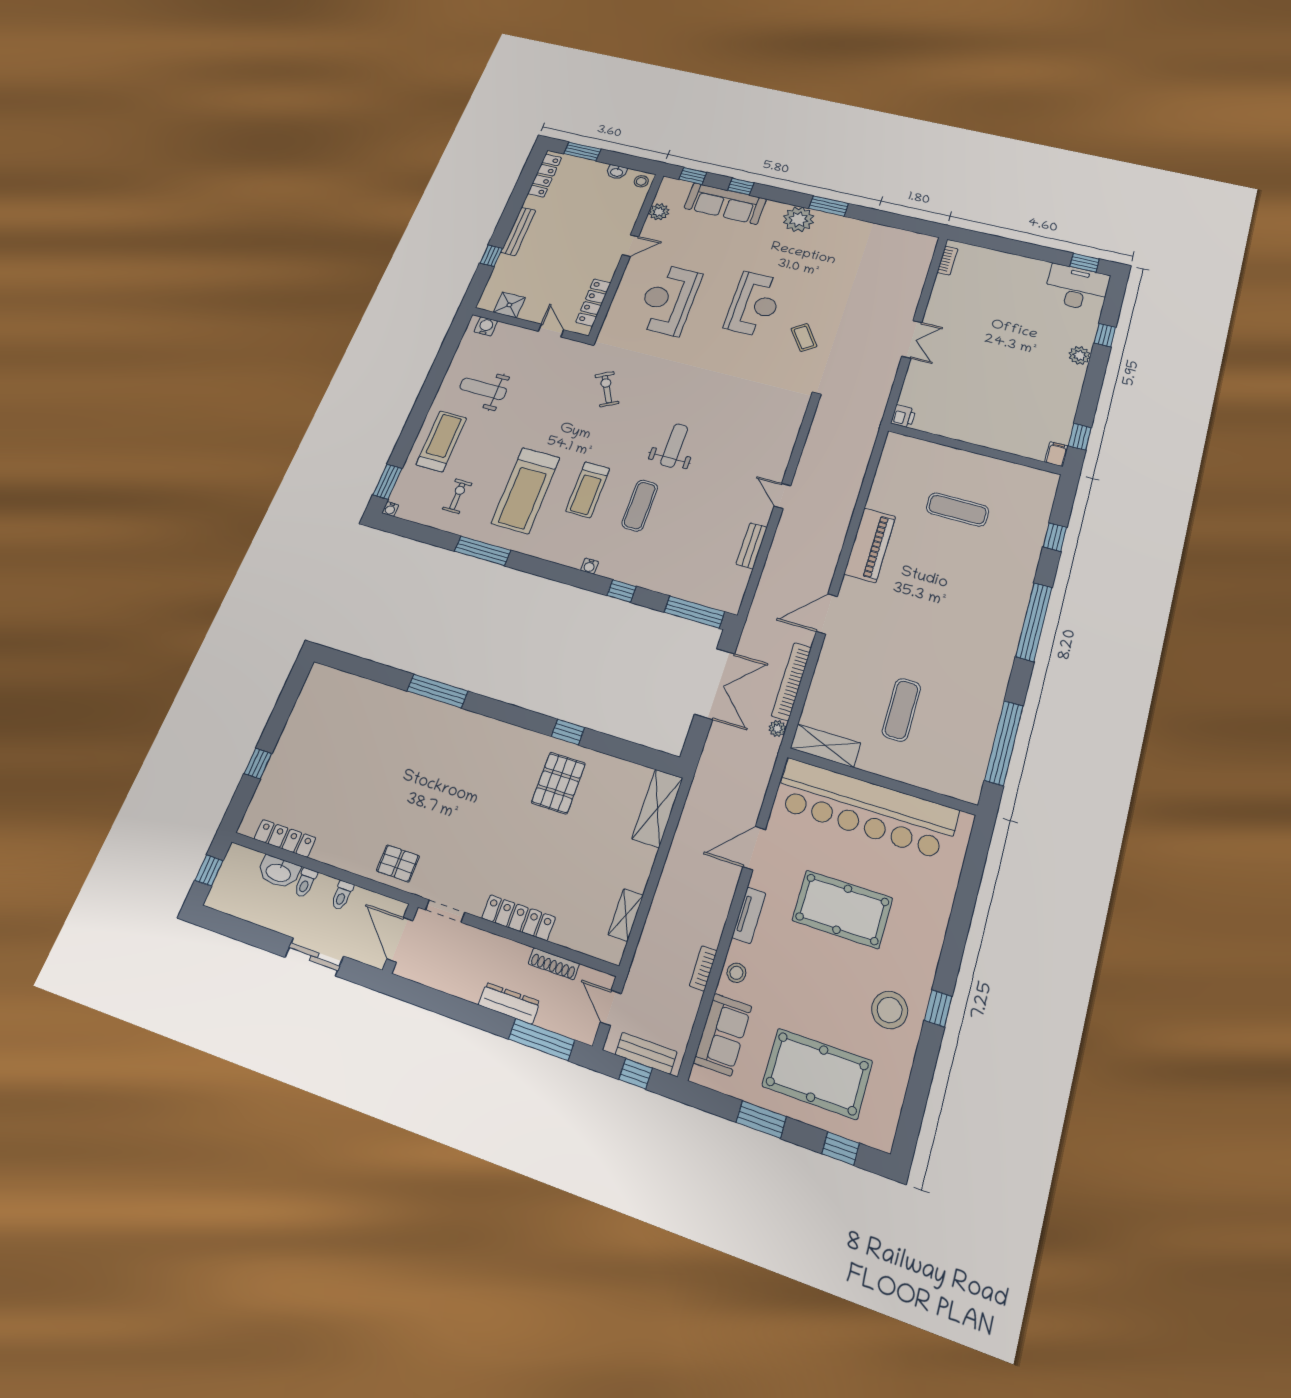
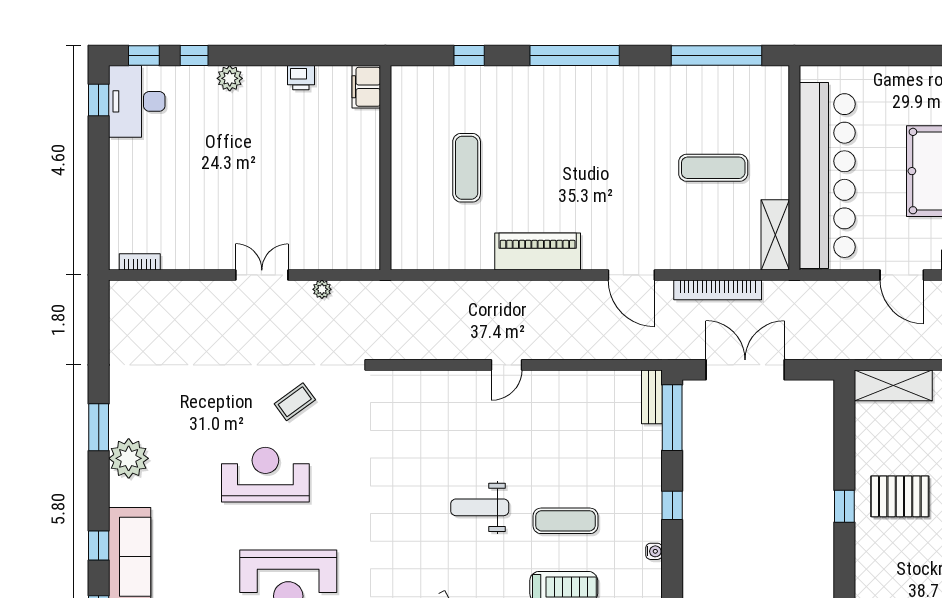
printer: (903, 416) -> (301, 78), moved, turned 180
window: (1080, 437) -> (144, 56), moved
filing cabinet: (1056, 454) -> (366, 87), width x2.00
bench: (752, 546) -> (652, 397), moved, turned 90
plant: (777, 729) -> (322, 289), moved

